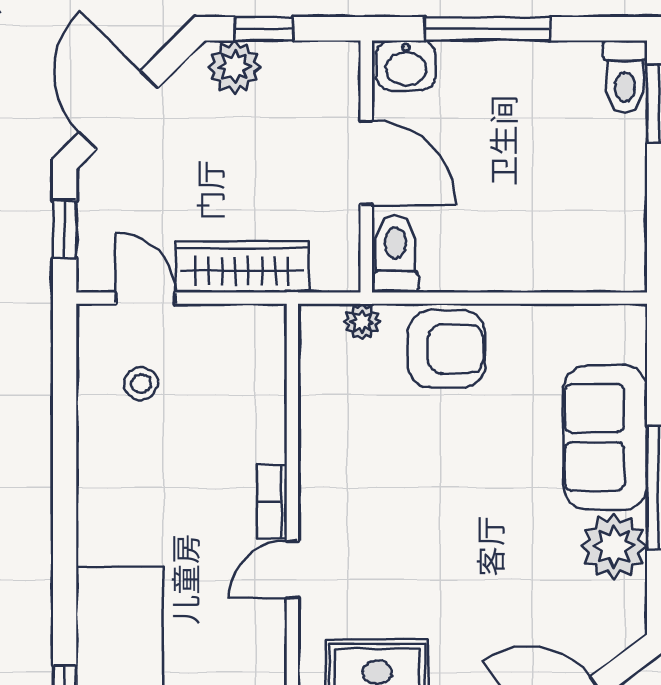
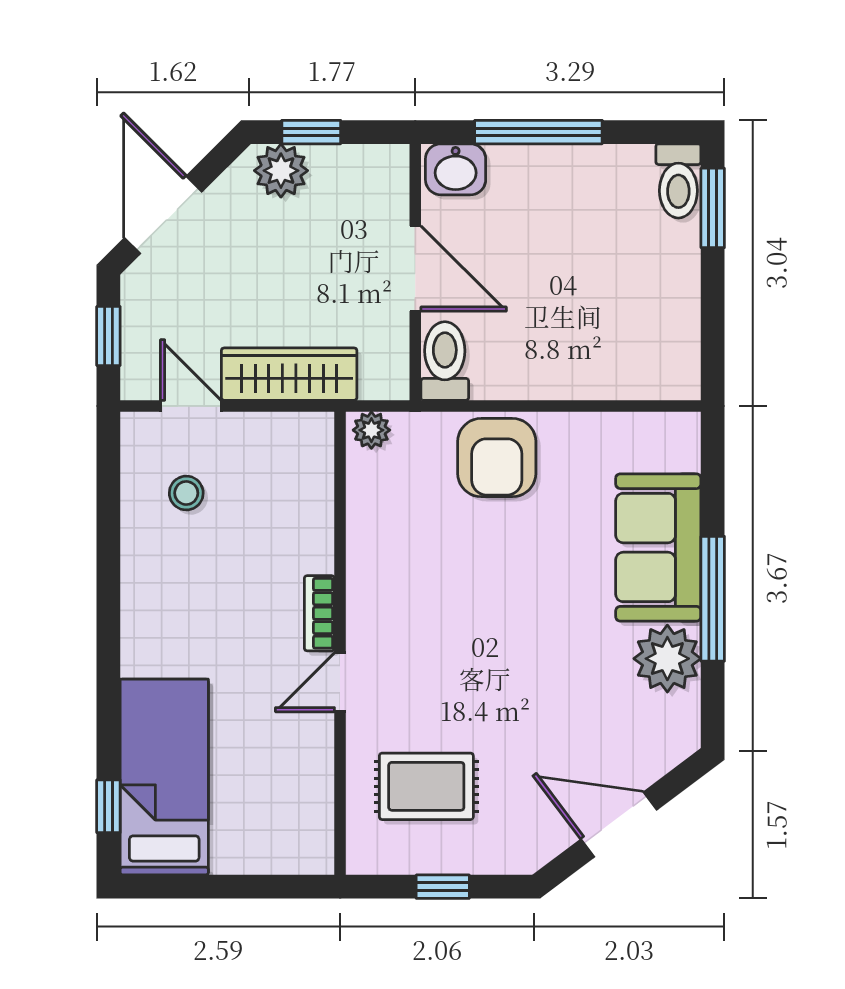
plant: (362, 322) -> (371, 430), moved
armchair: (446, 349) -> (497, 458), turned 90

